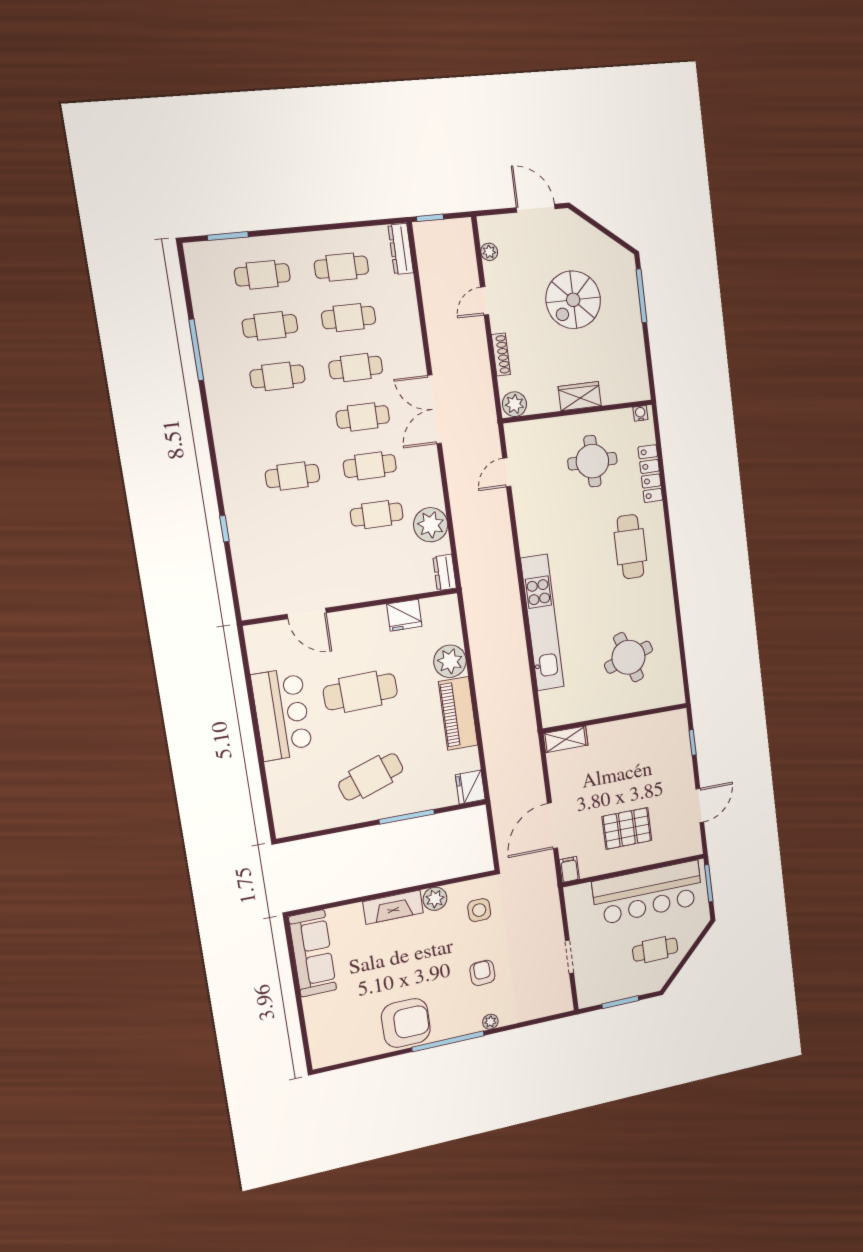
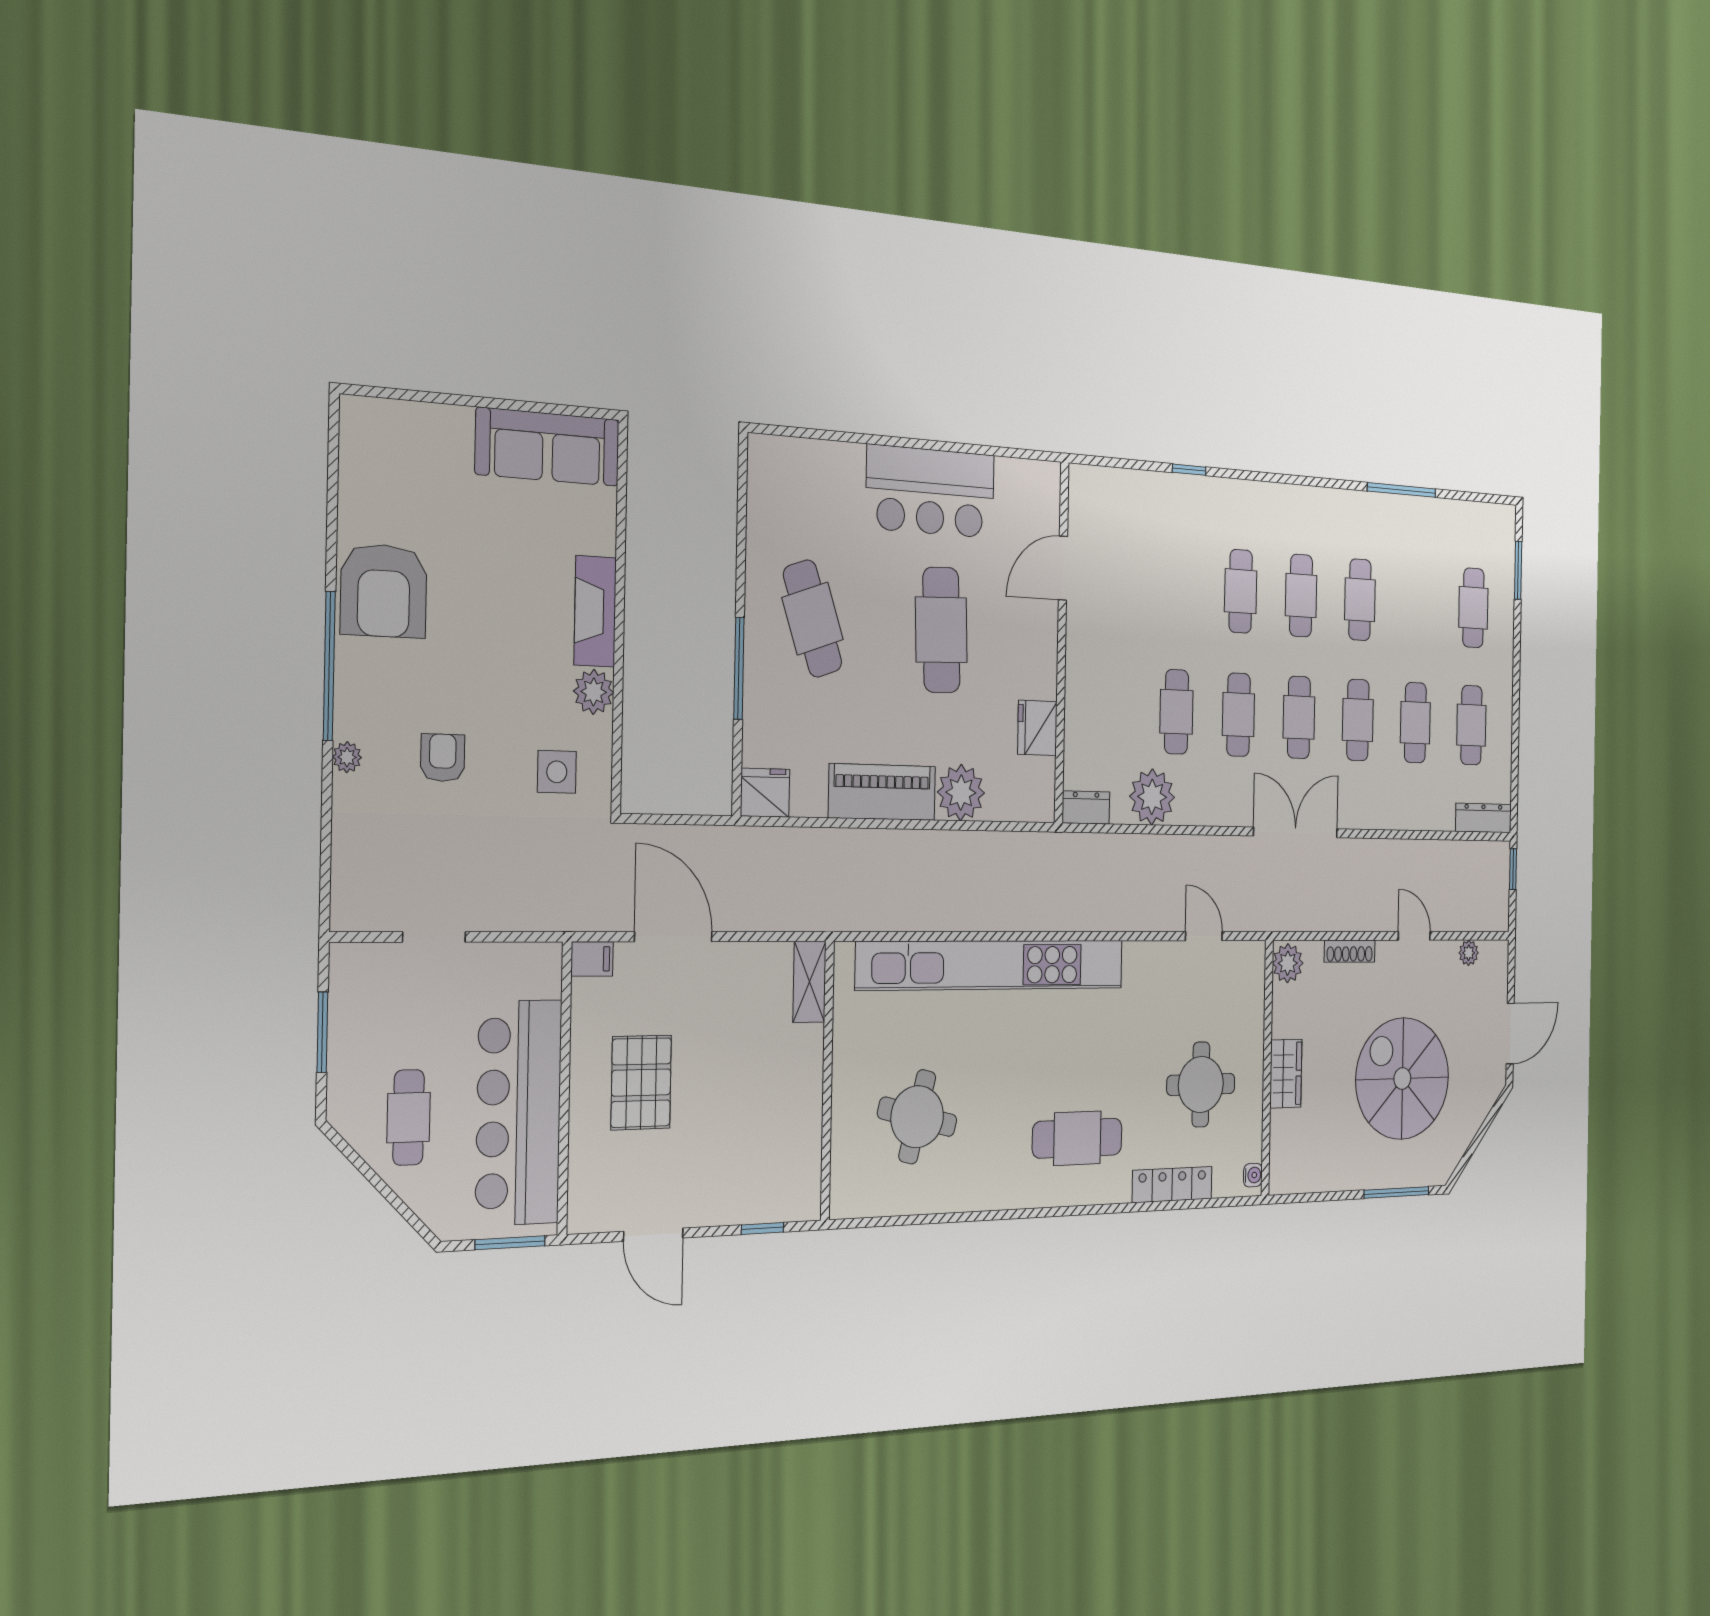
spiral stairs: (573, 300) -> (1402, 1079), width x1.37, depth x1.37
cafe table: (270, 326) -> (1301, 596), moved
kitchen unit: (542, 623) -> (992, 965), width x1.36
round table: (629, 657) -> (917, 1117), turned 32
armchair: (482, 973) -> (443, 758), turned -88

